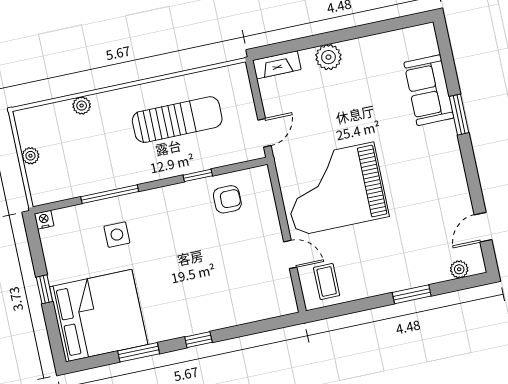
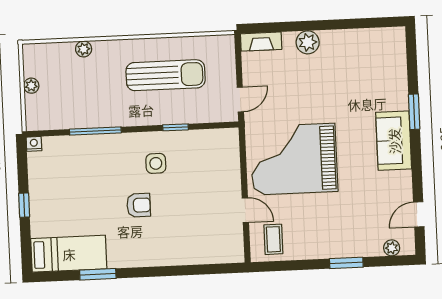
sofa: (429, 90) -> (394, 141), moved
armchair: (227, 199) -> (139, 205), moved
side table: (117, 235) -> (156, 163), moved
bed: (99, 316) -> (69, 254), width x0.49
window: (198, 340) -> (152, 272), removed

